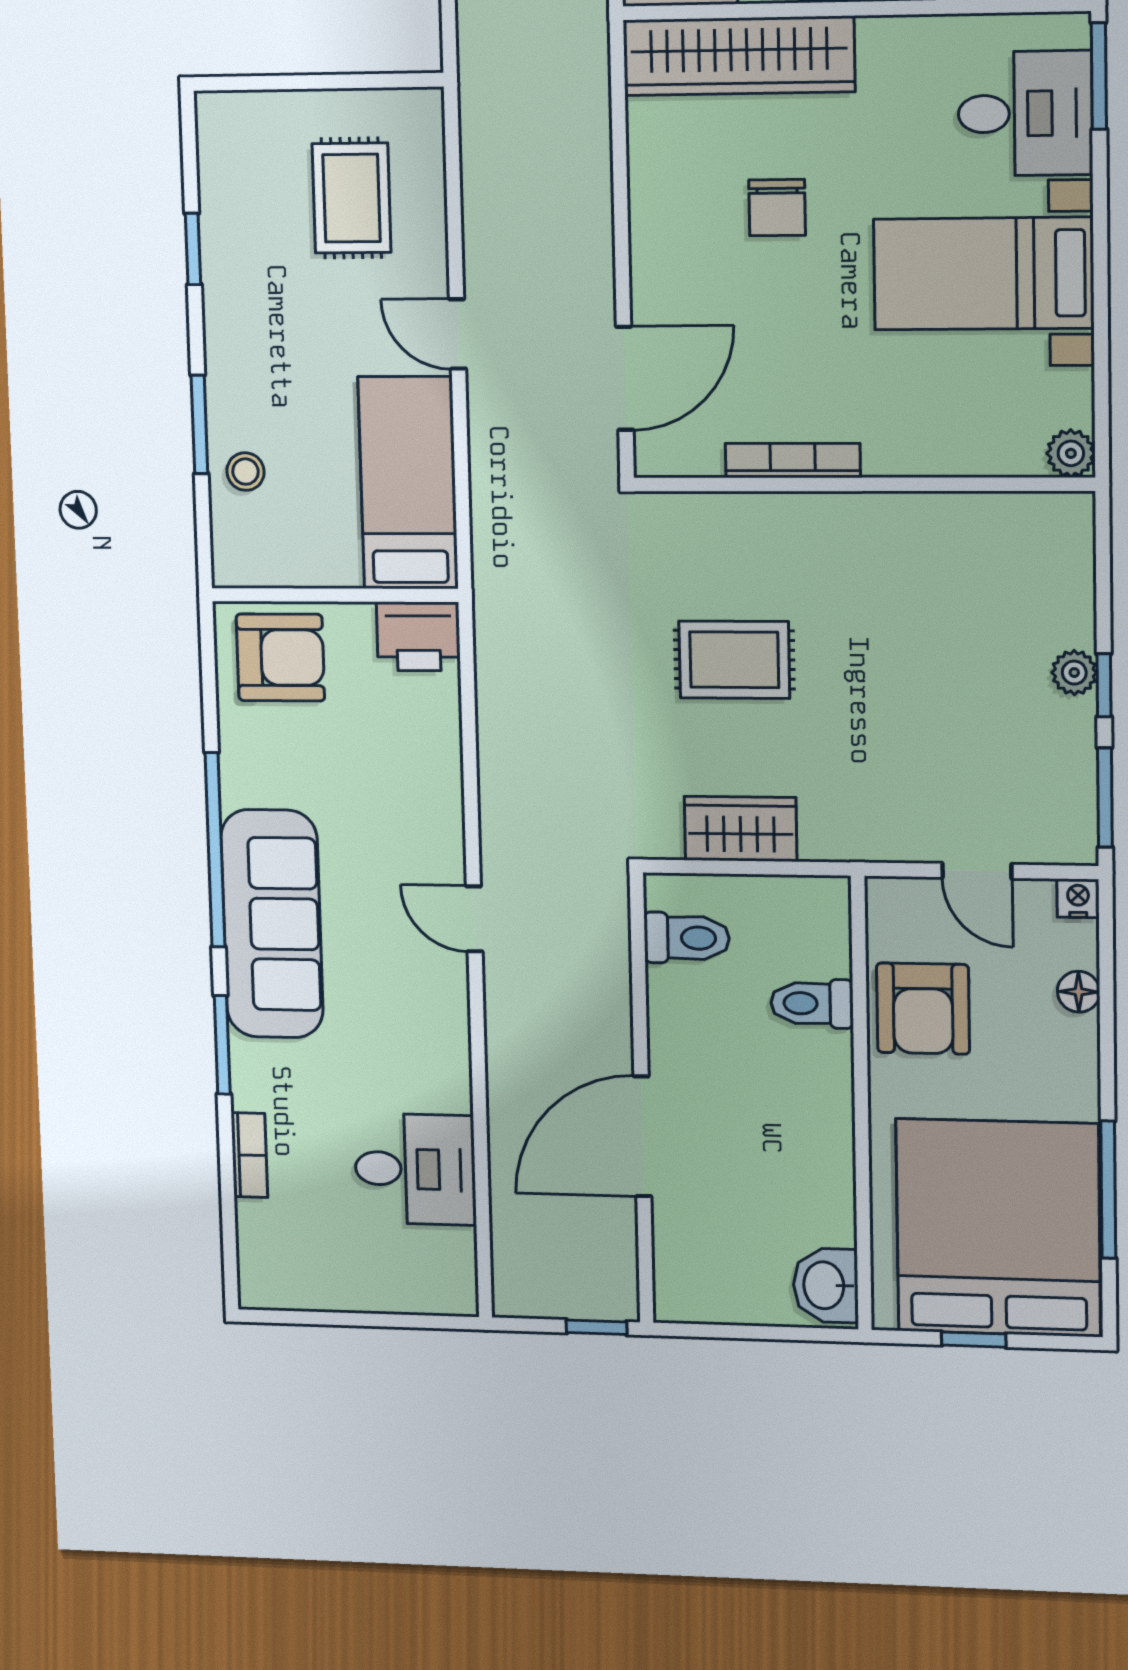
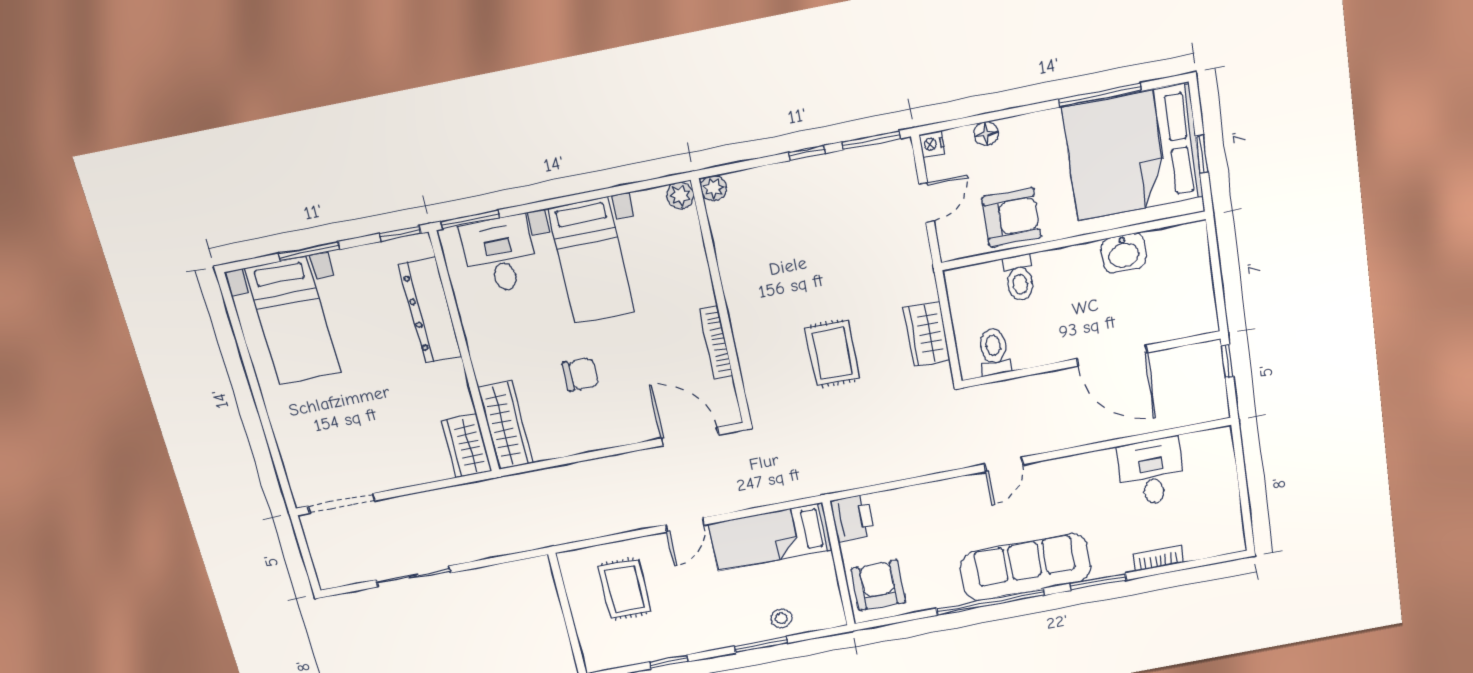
wardrobe: (739, 56) -> (505, 425), width x0.71, depth x0.85
rug: (351, 198) -> (624, 589), turned 90
plant: (1074, 673) -> (714, 188), moved
washbasin: (826, 1285) -> (1124, 253), moved

